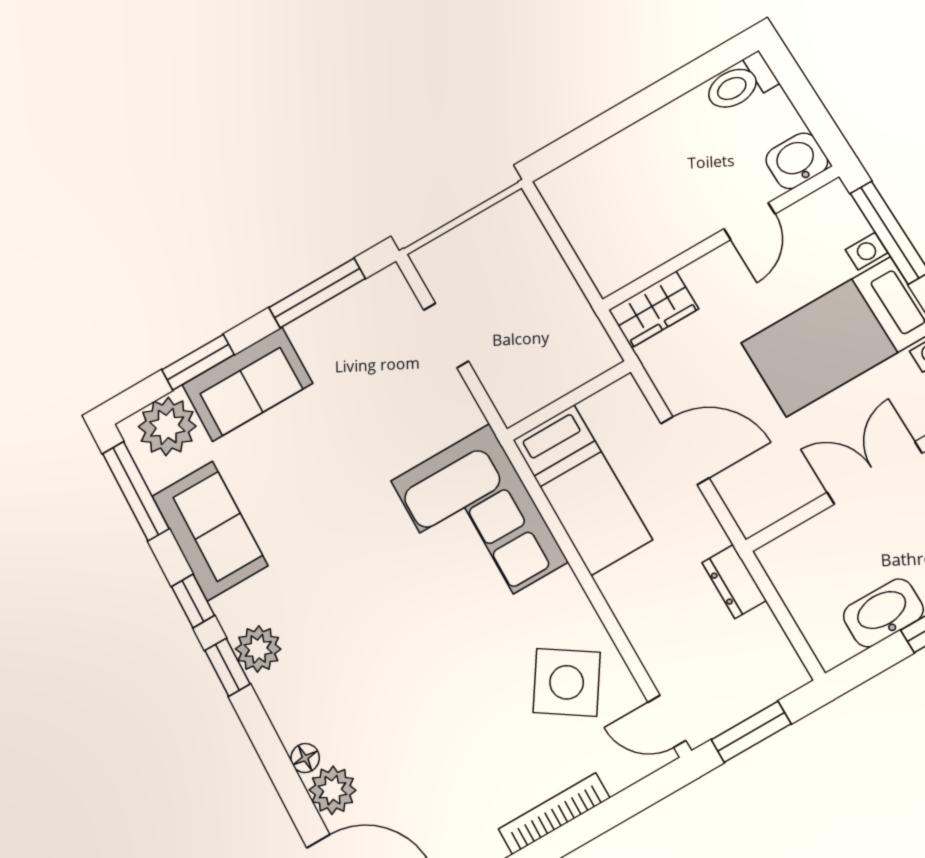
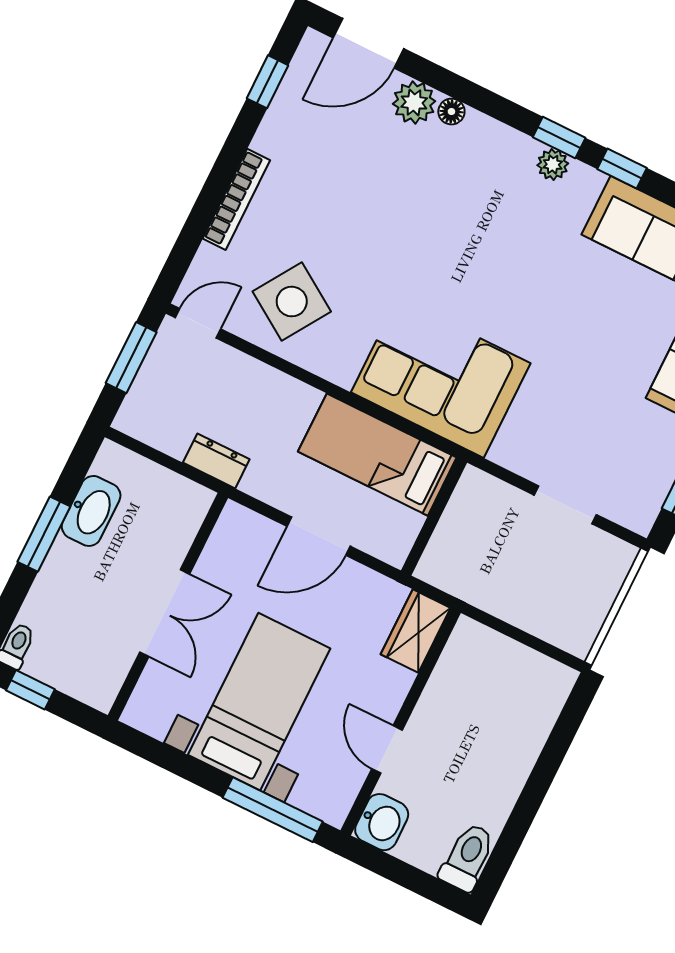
plant: (258, 649) -> (553, 164), width x0.73, depth x0.73

